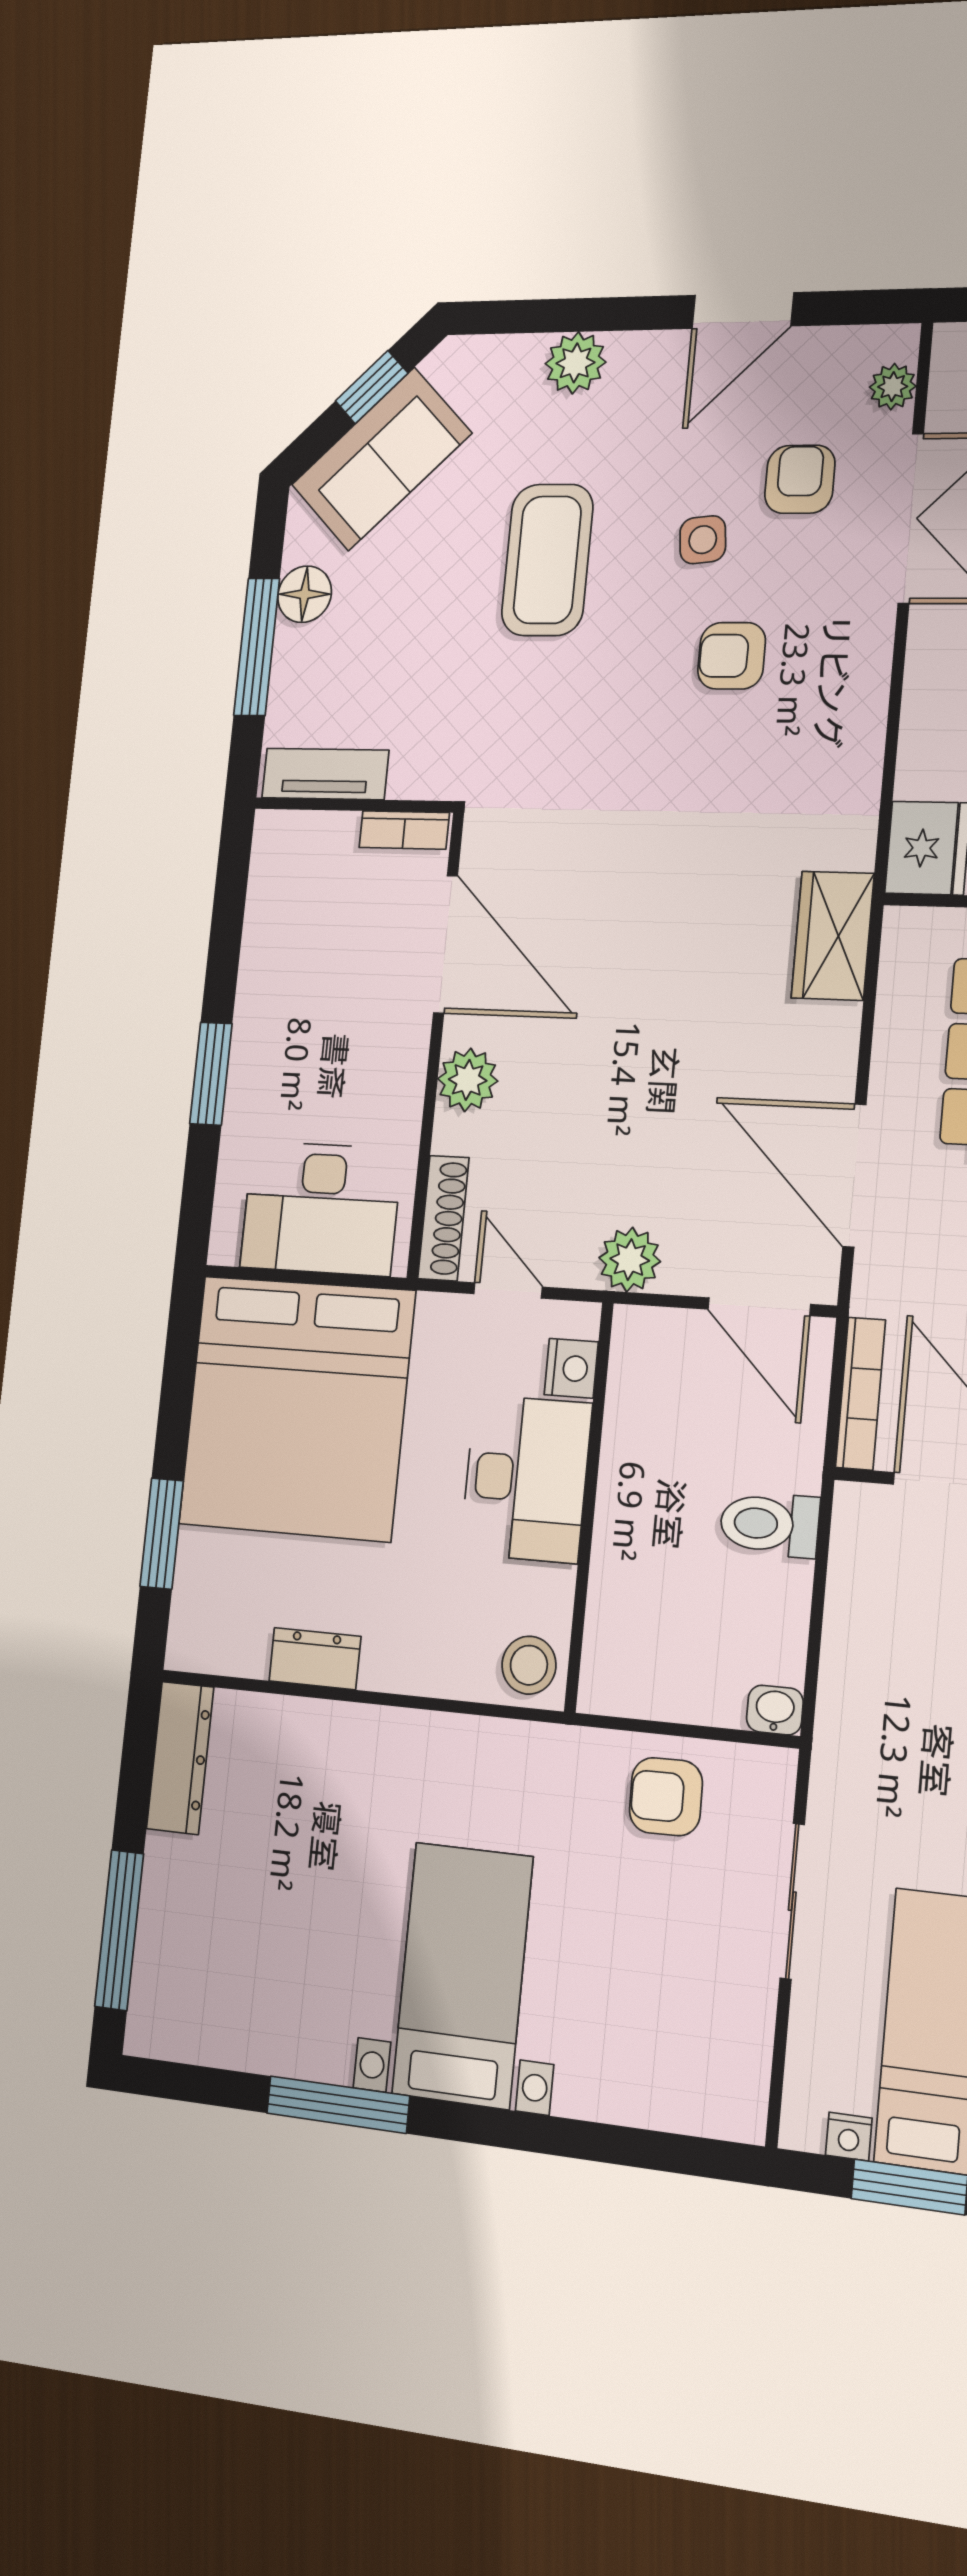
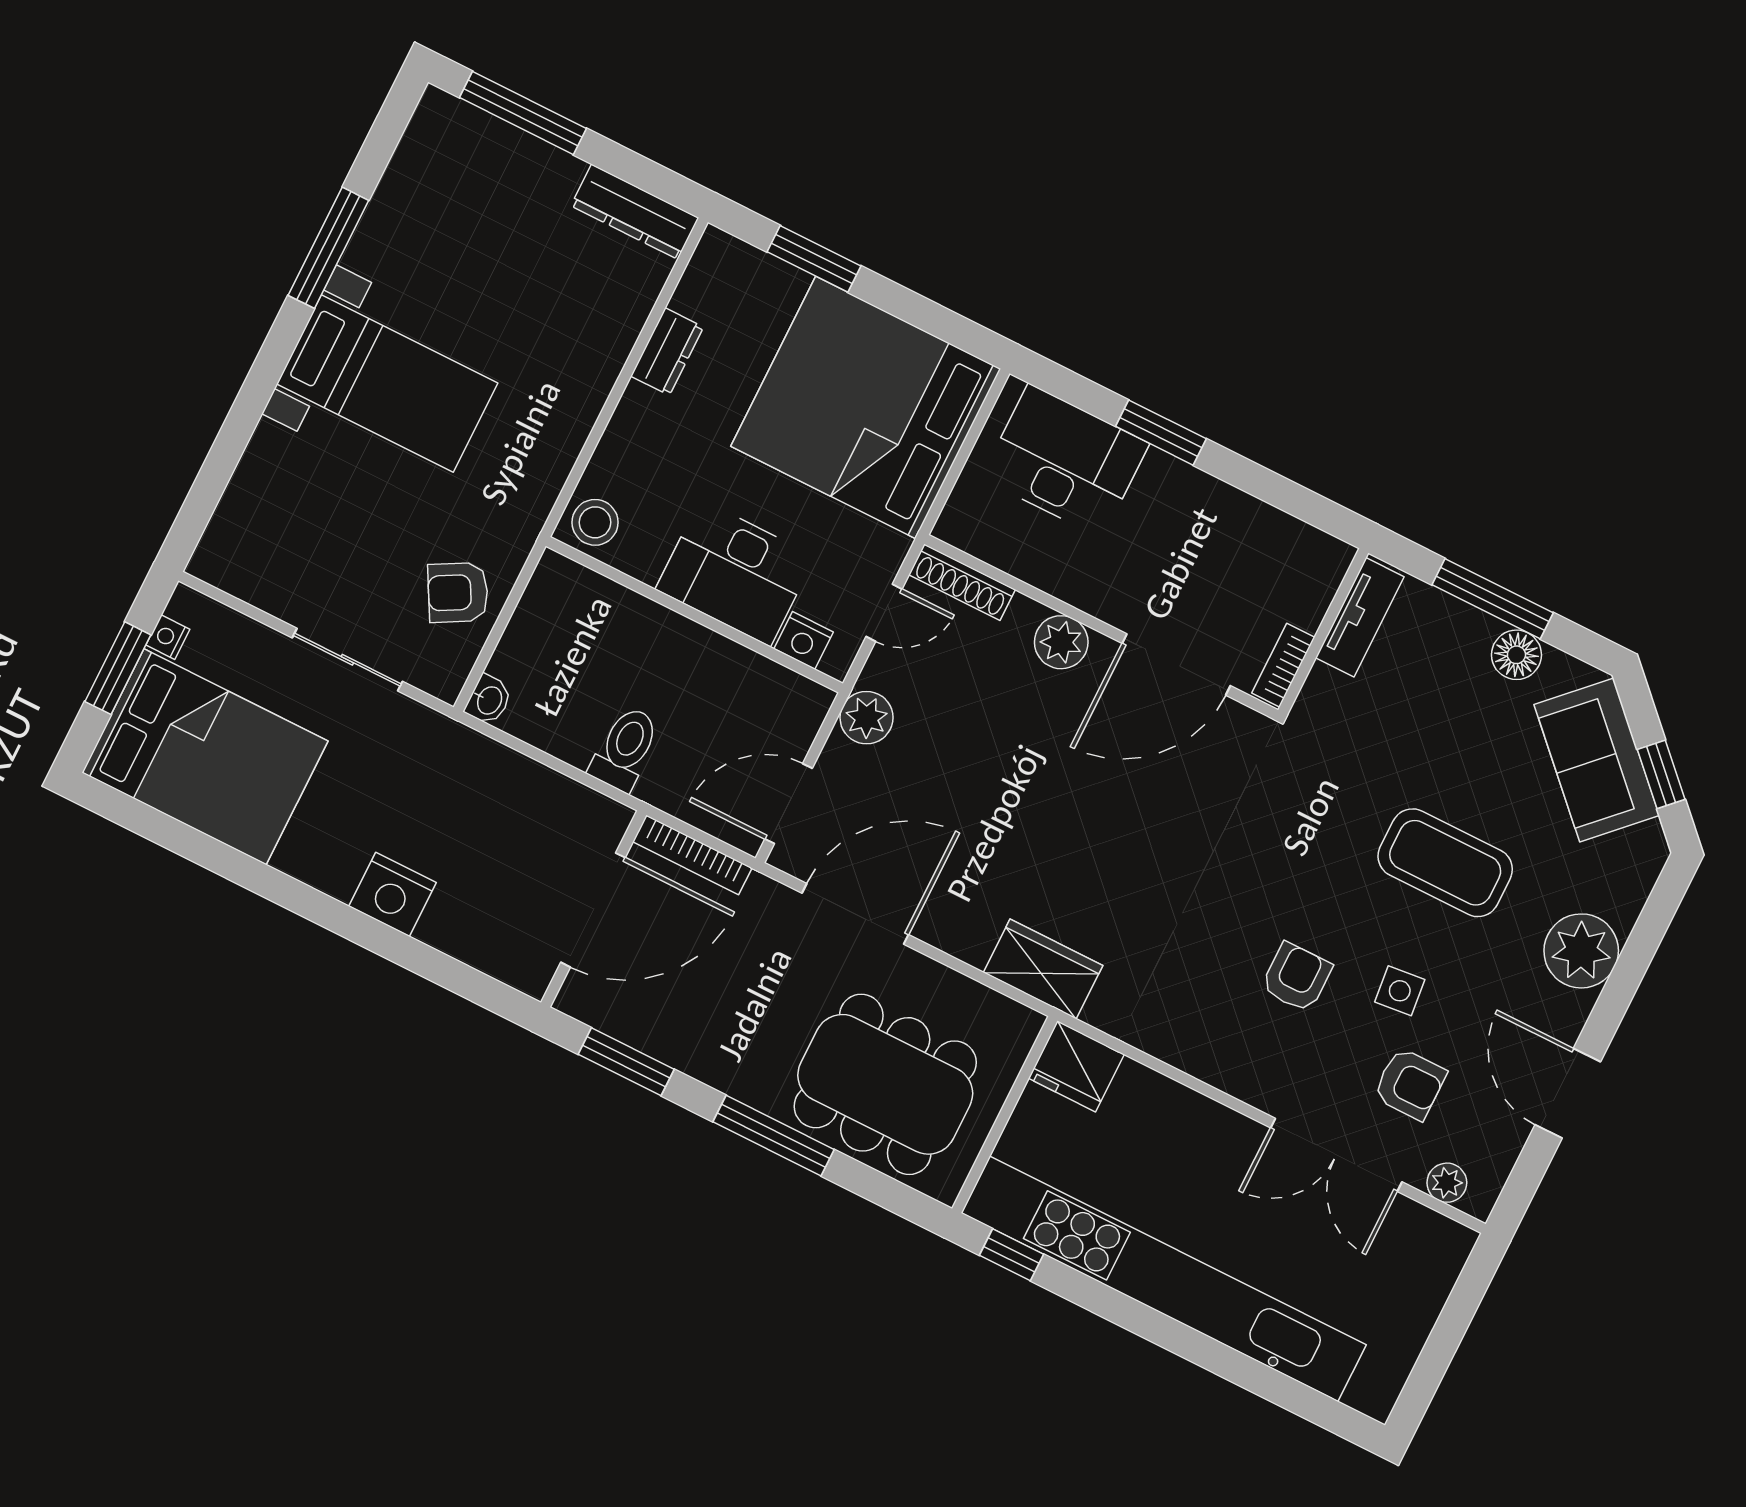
plant: (575, 363) -> (1581, 951), width x1.36, depth x1.36
desk: (321, 1208) -> (1065, 461), moved, turned 90
armchair: (666, 1797) -> (458, 592), turned -118

